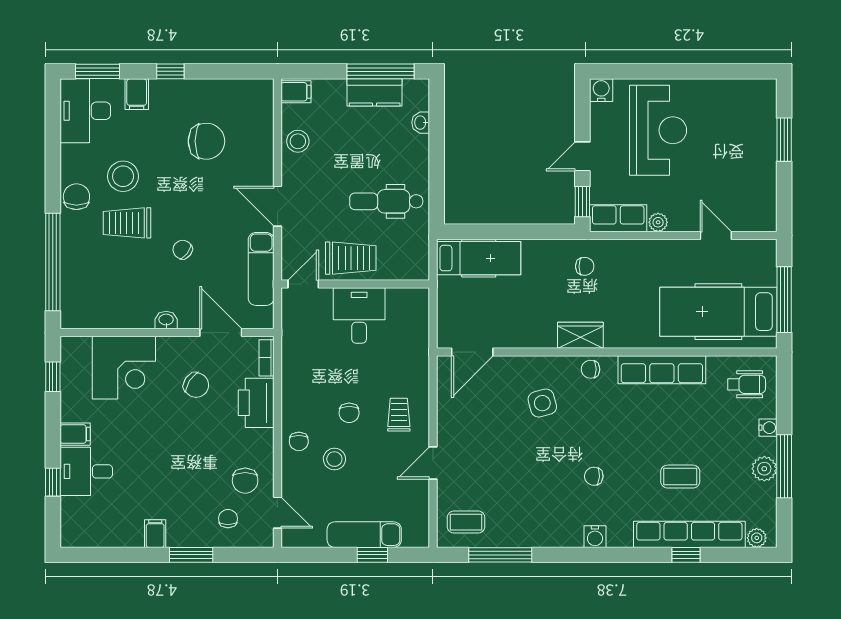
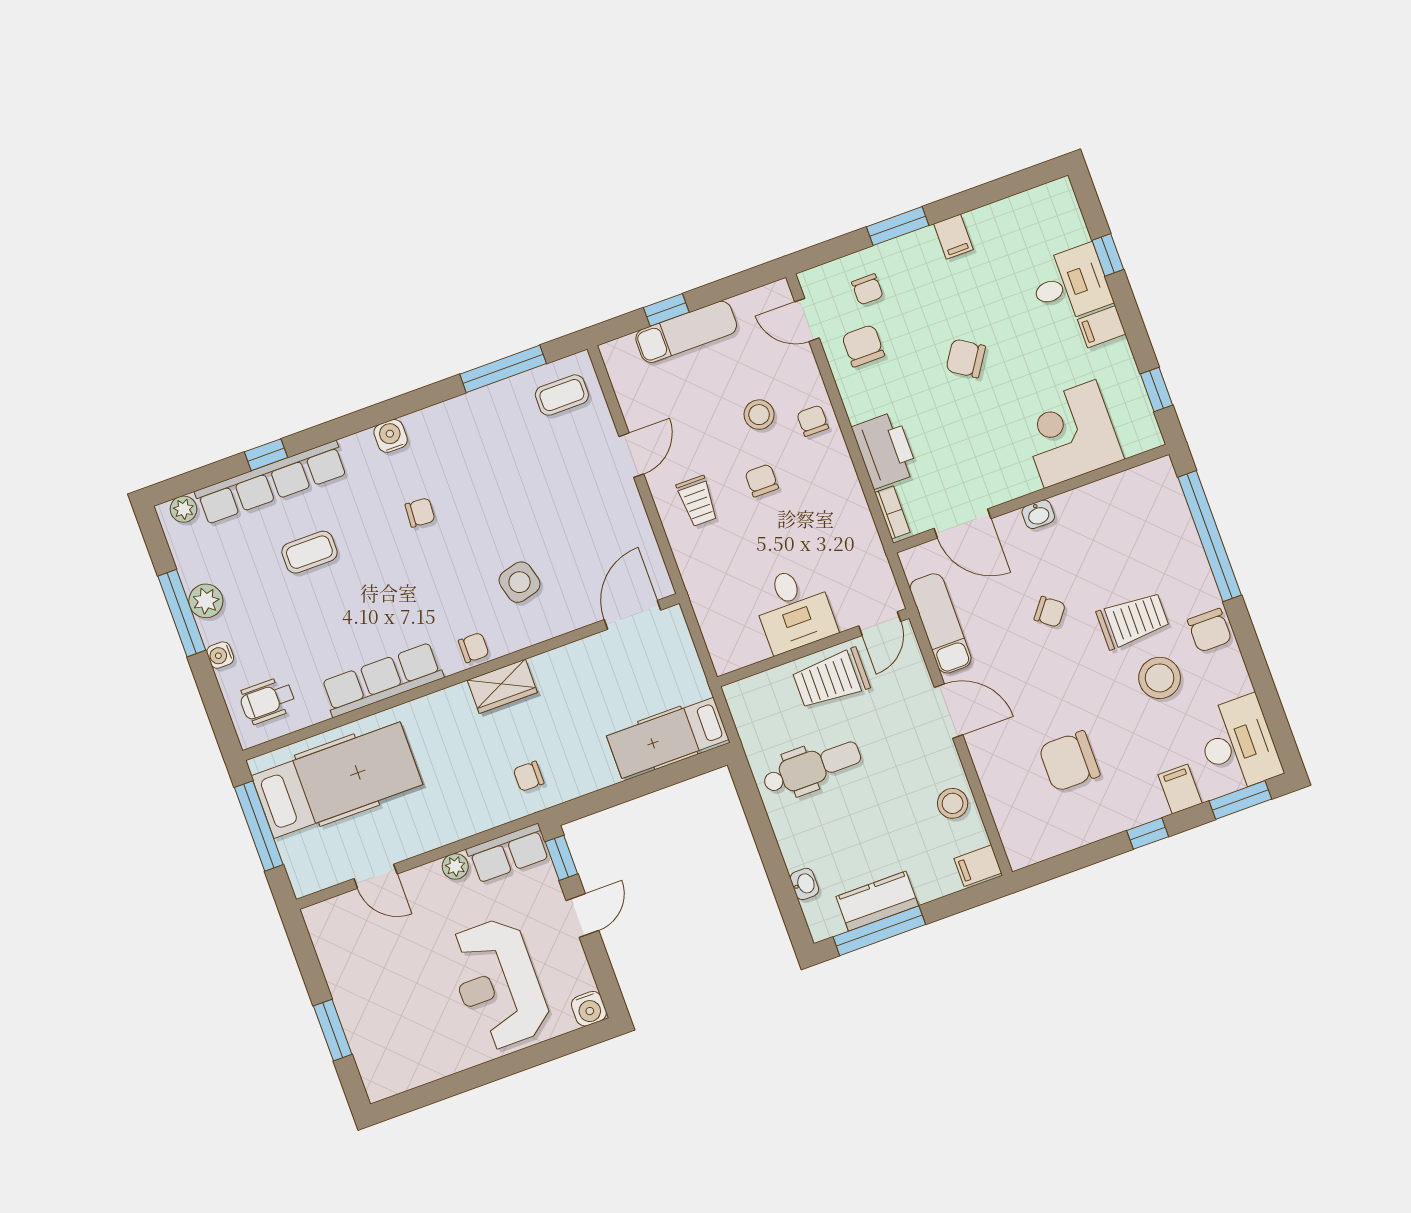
chair: (196, 385) -> (966, 358), moved

